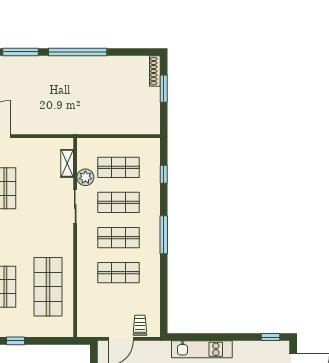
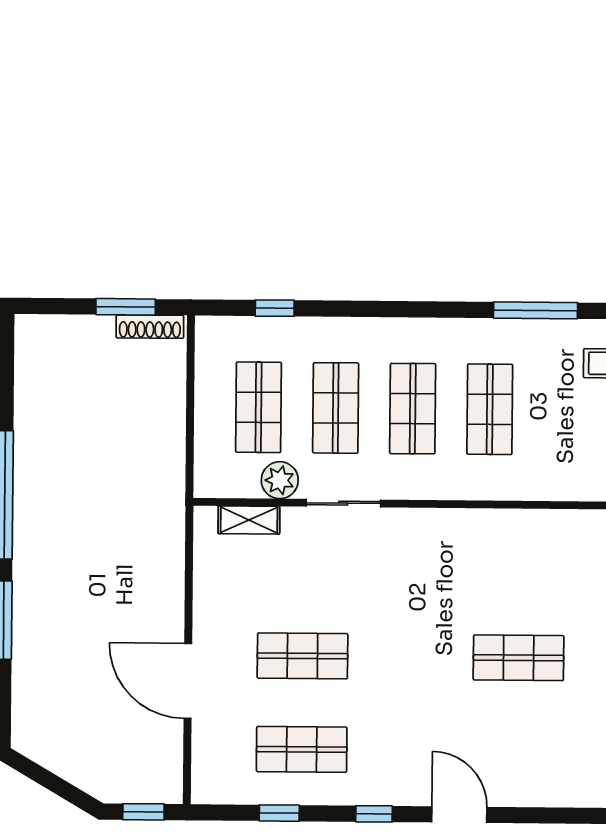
shoe rack: (155, 71) -> (150, 327), moved
window: (164, 89) -> (126, 307), moved
window: (164, 235) -> (536, 310), moved
shop shelf: (48, 287) -> (519, 564), removed

